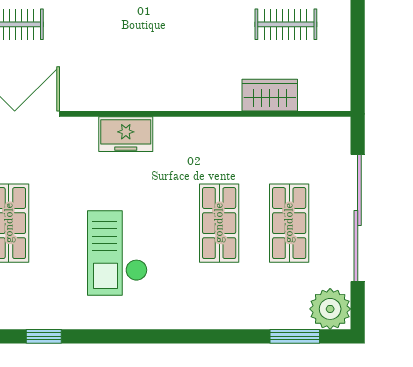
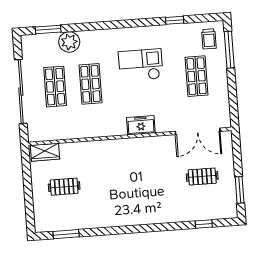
wardrobe: (270, 95) -> (45, 152), moved
checkout: (117, 253) -> (141, 65), turned -90
plant: (330, 309) -> (69, 42), moved

